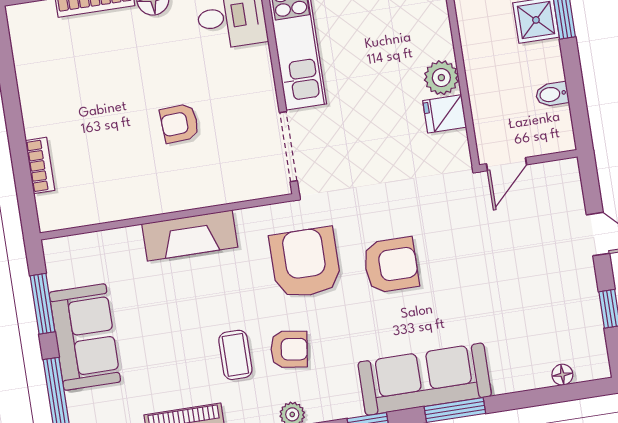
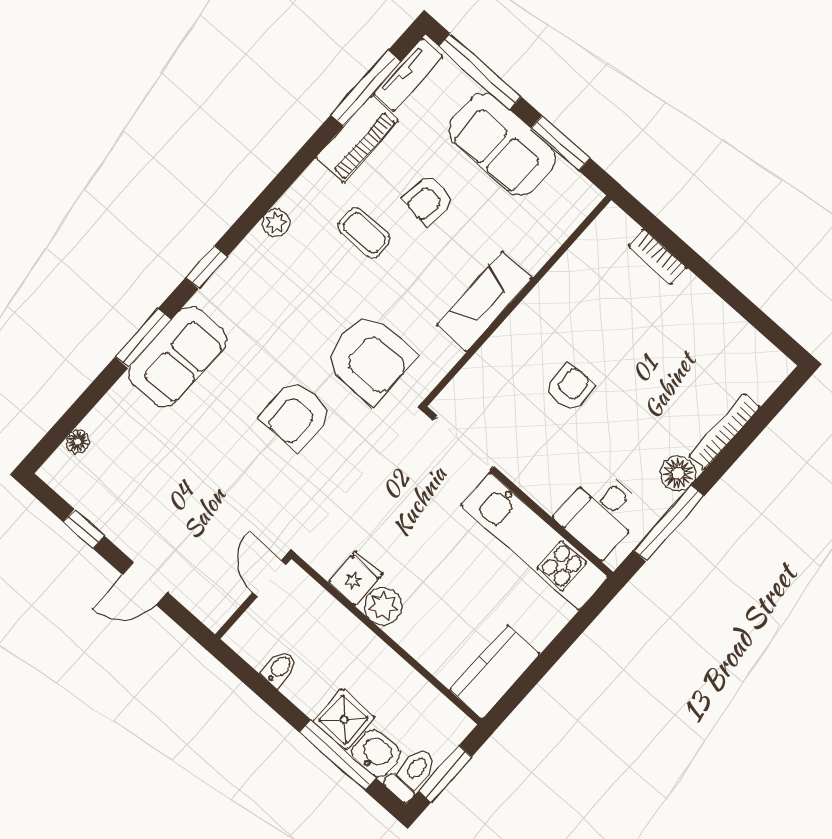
armchair: (289, 349) -> (428, 200), moved
sofa: (425, 379) -> (177, 357), width x0.73

